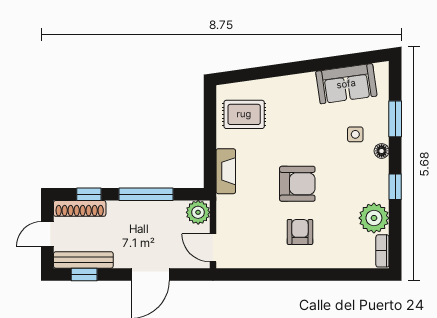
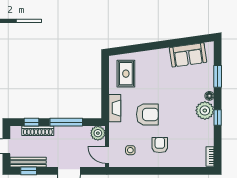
rug: (244, 114) -> (126, 74), turned 90
side table: (355, 134) -> (130, 150), moved
armchair: (297, 184) -> (147, 114), moved
shoe rack: (80, 208) -> (38, 131), moved
plant: (374, 218) -> (205, 110), moved

